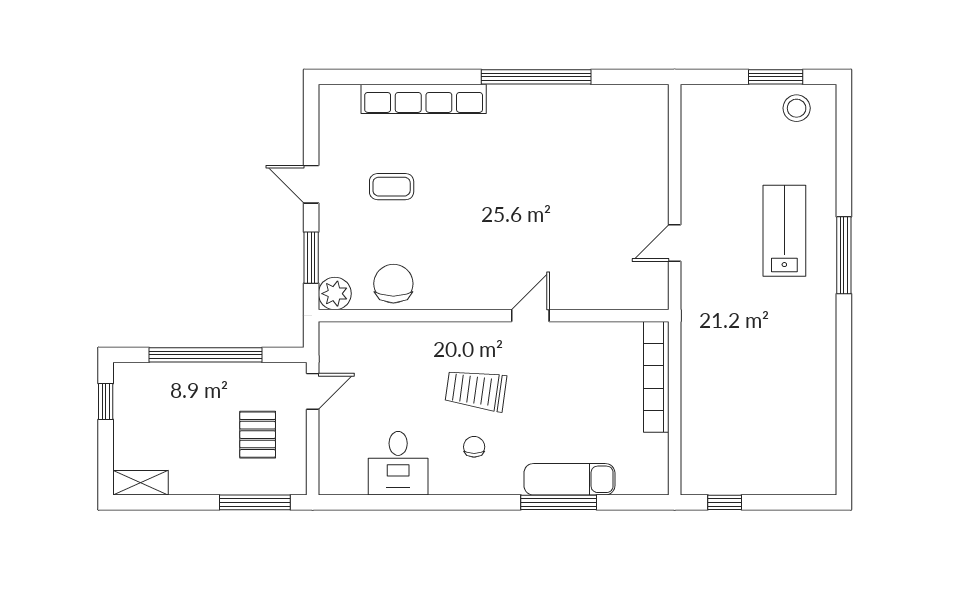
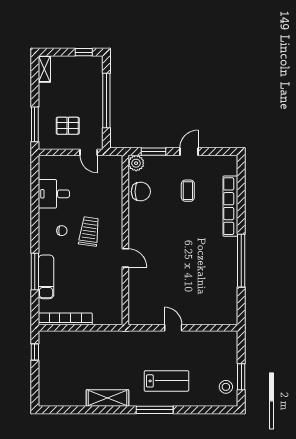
door: (675, 243) -> (173, 328), moved
shelving: (819, 352) -> (107, 398), added
bookcase: (656, 377) -> (65, 319), moved

